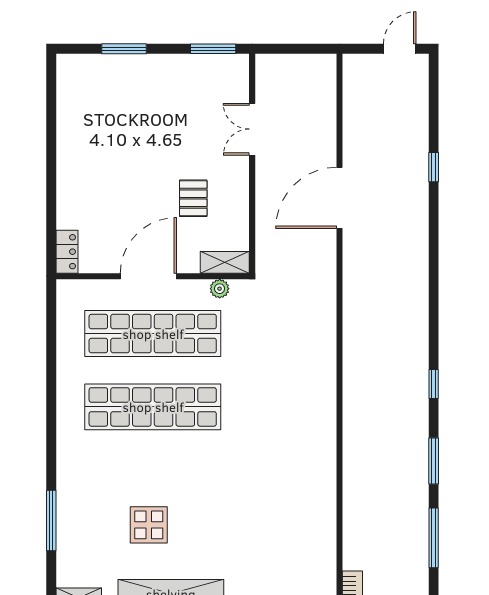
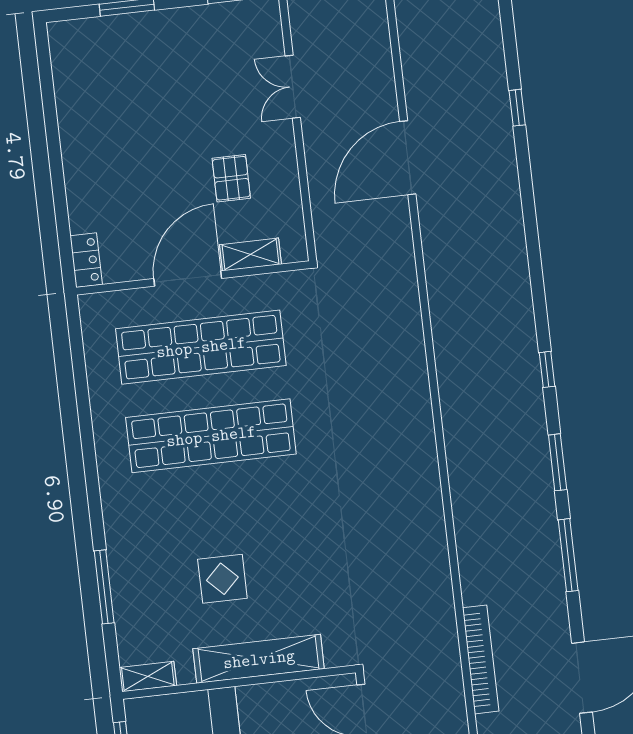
shelving: (225, 262) -> (251, 254), moved
plant: (220, 289) -> (275, 284), removed

